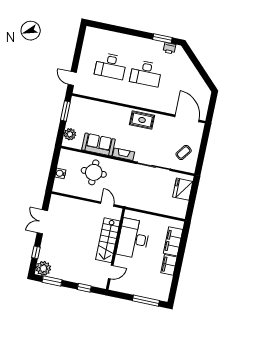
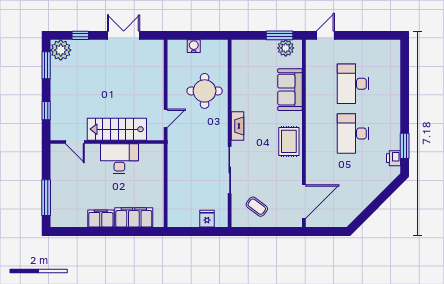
plant: (70, 134) -> (286, 48), moved
sofa: (99, 145) -> (290, 90), moved, turned 180
fridge: (183, 189) -> (207, 219), width x0.53, depth x0.75
desk: (133, 239) -> (119, 159), width x0.73, depth x0.77

